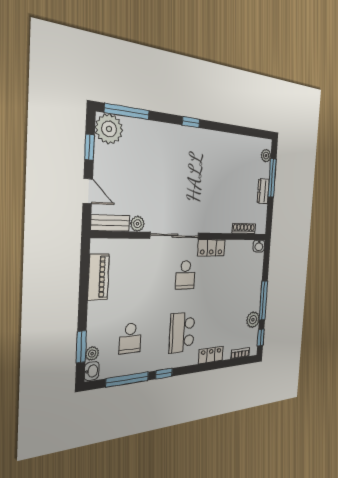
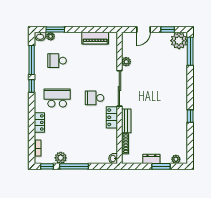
window: (191, 122) -> (190, 116), moved
window: (272, 178) -> (161, 166), width x0.69
bench: (111, 223) -> (126, 121), moved

